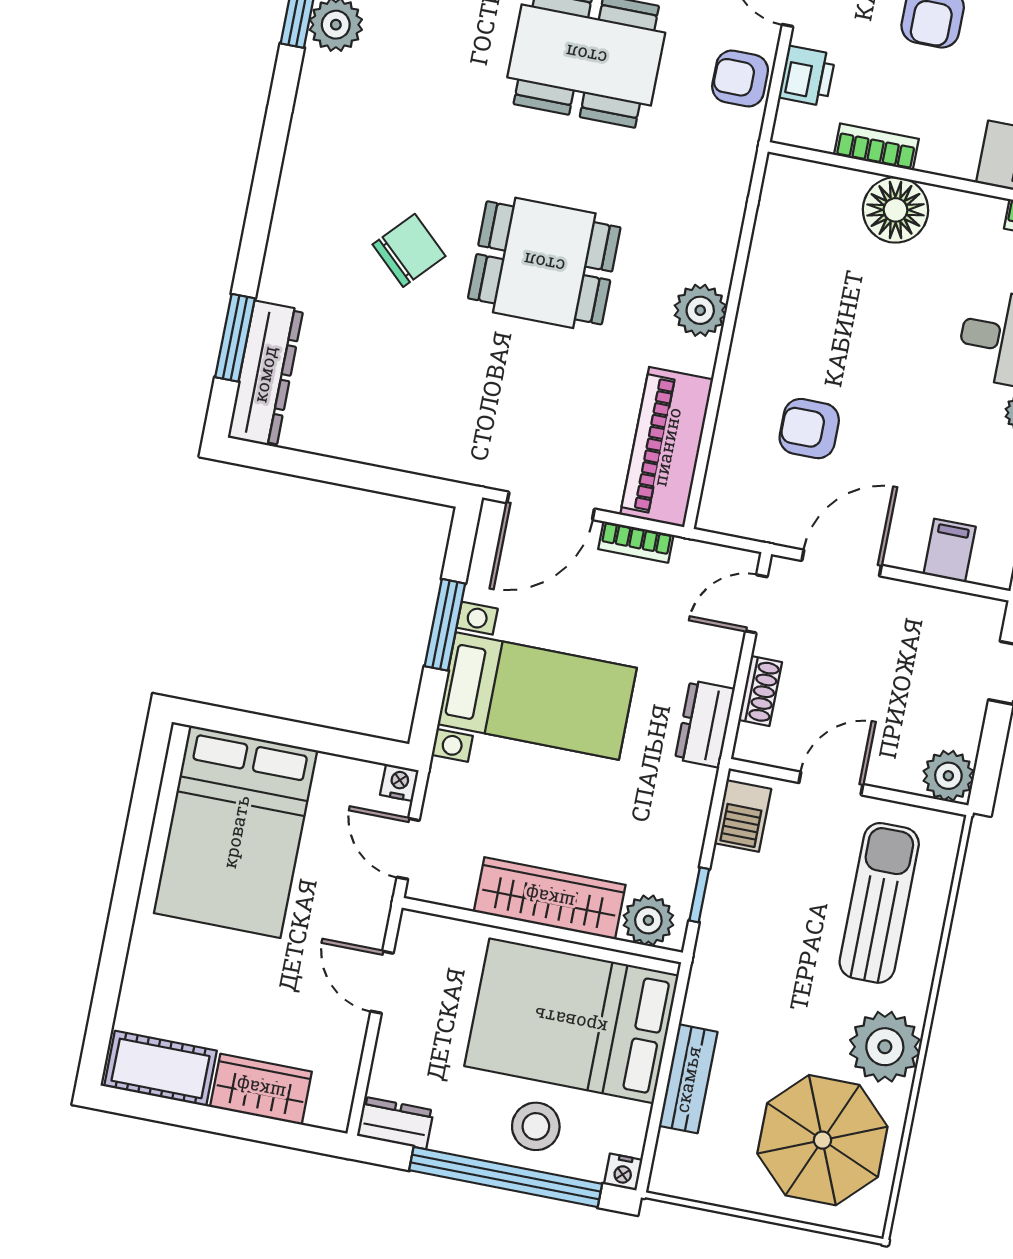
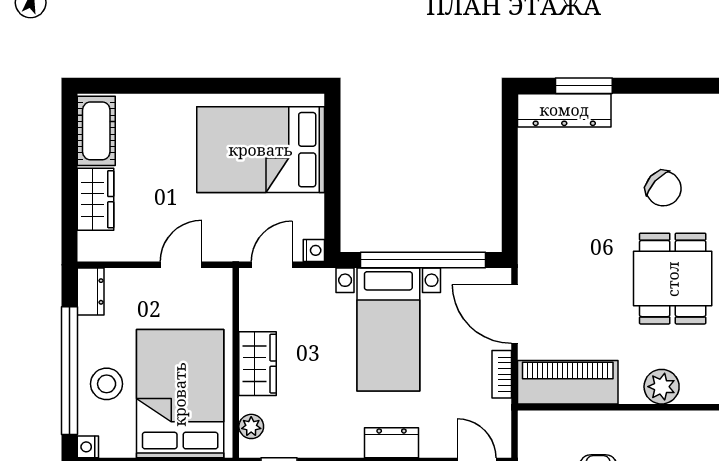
window: (445, 625) -> (423, 260), width x2.11
wardrobe: (550, 898) -> (258, 364), width x0.67
plant: (648, 920) -> (251, 426), width x0.73, depth x0.73

